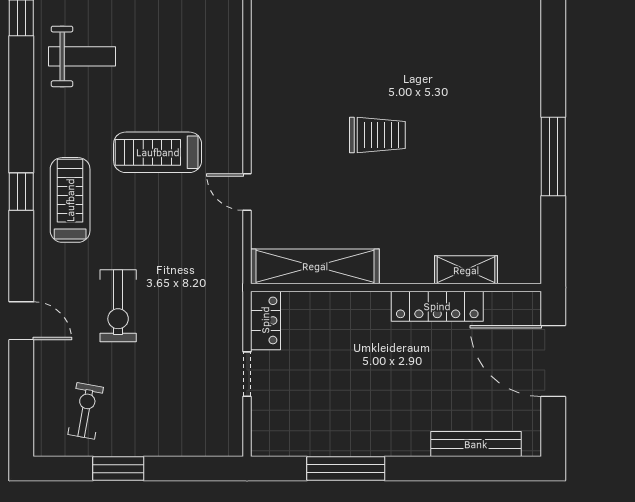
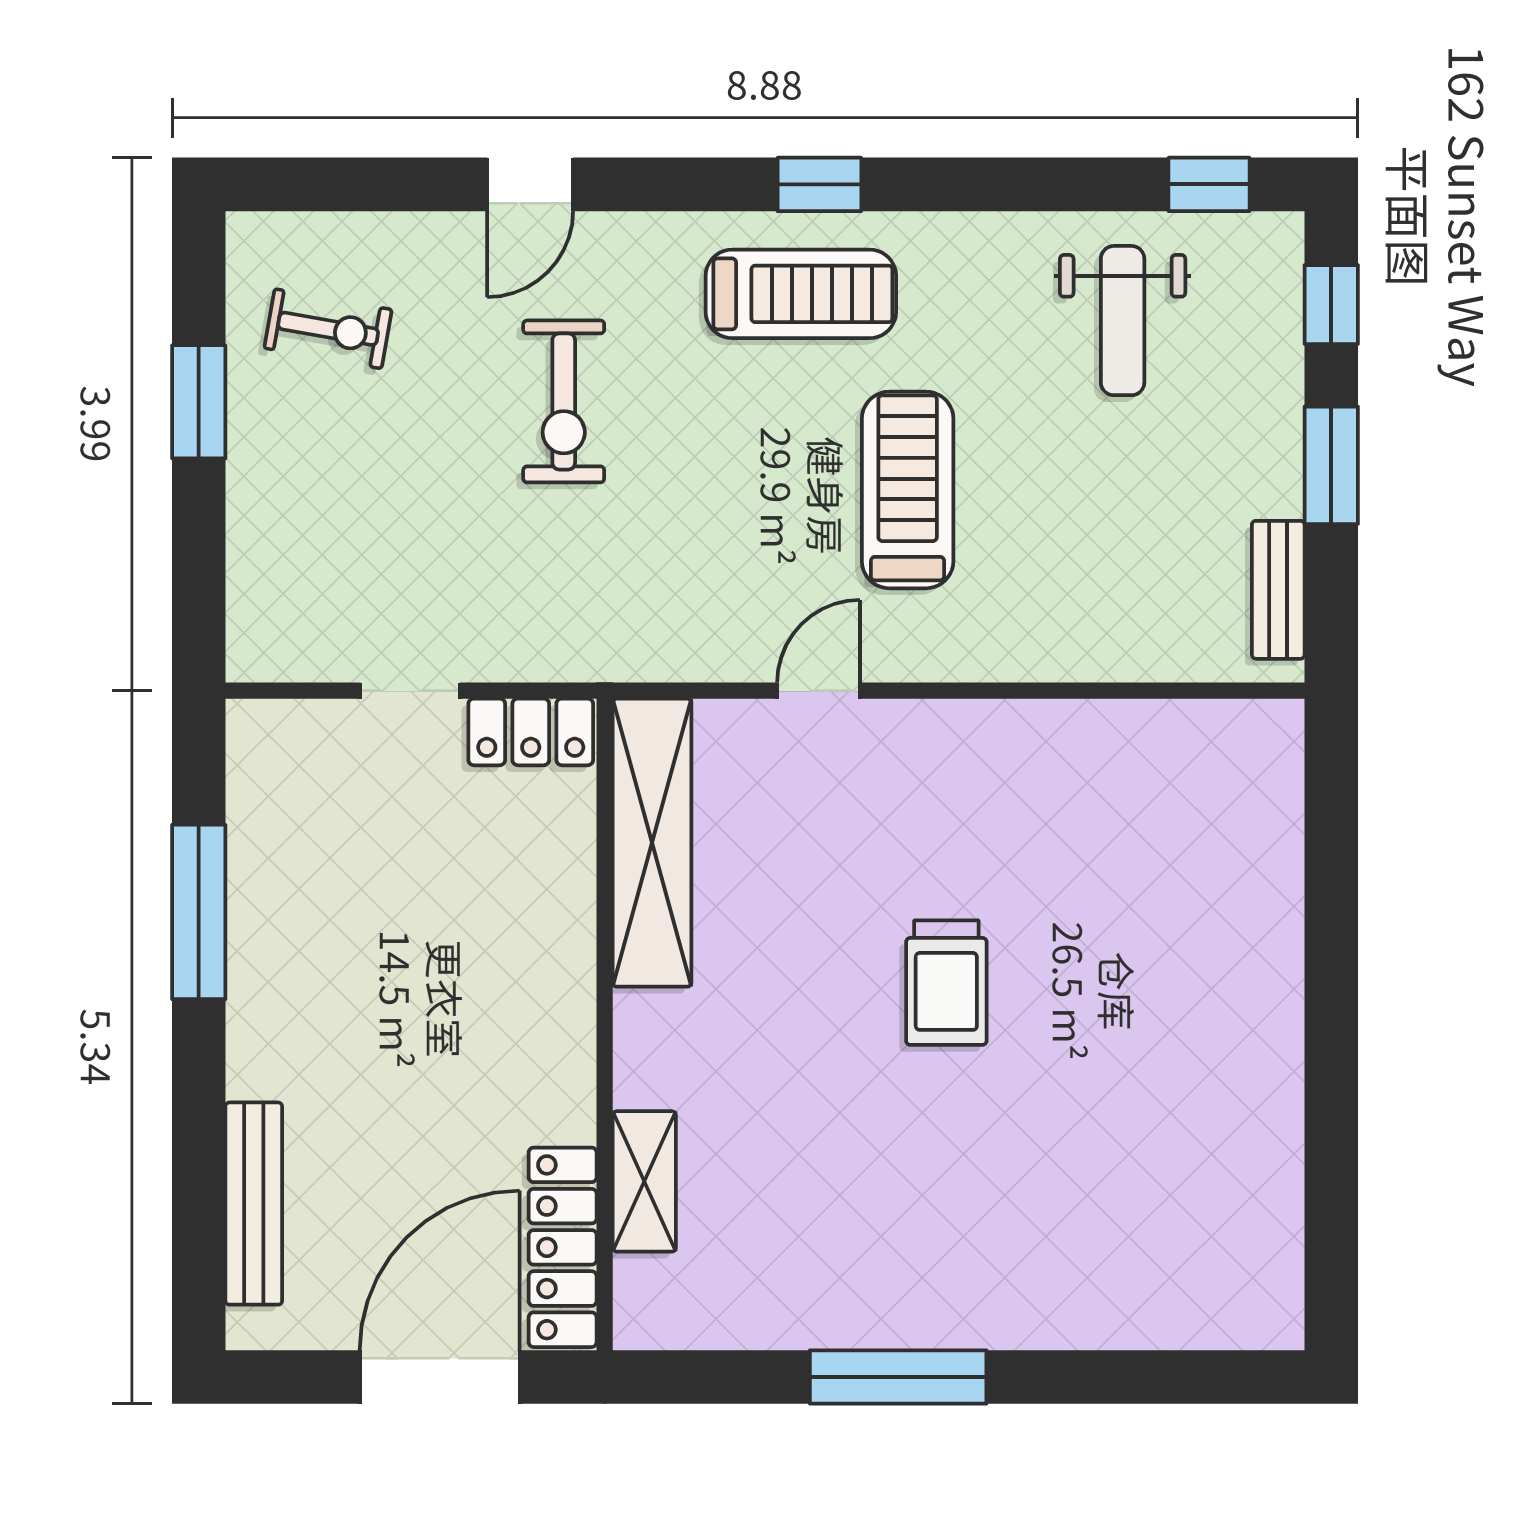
exercise bike: (118, 306) -> (564, 401), turned -90
locker: (437, 306) -> (563, 1247), moved

